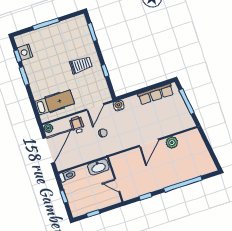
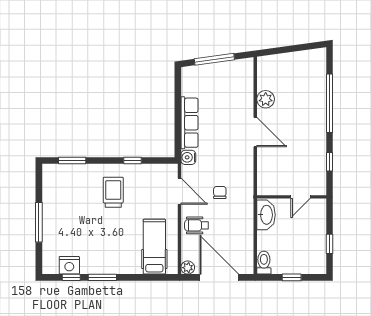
row of seats: (156, 94) -> (189, 123), moved

